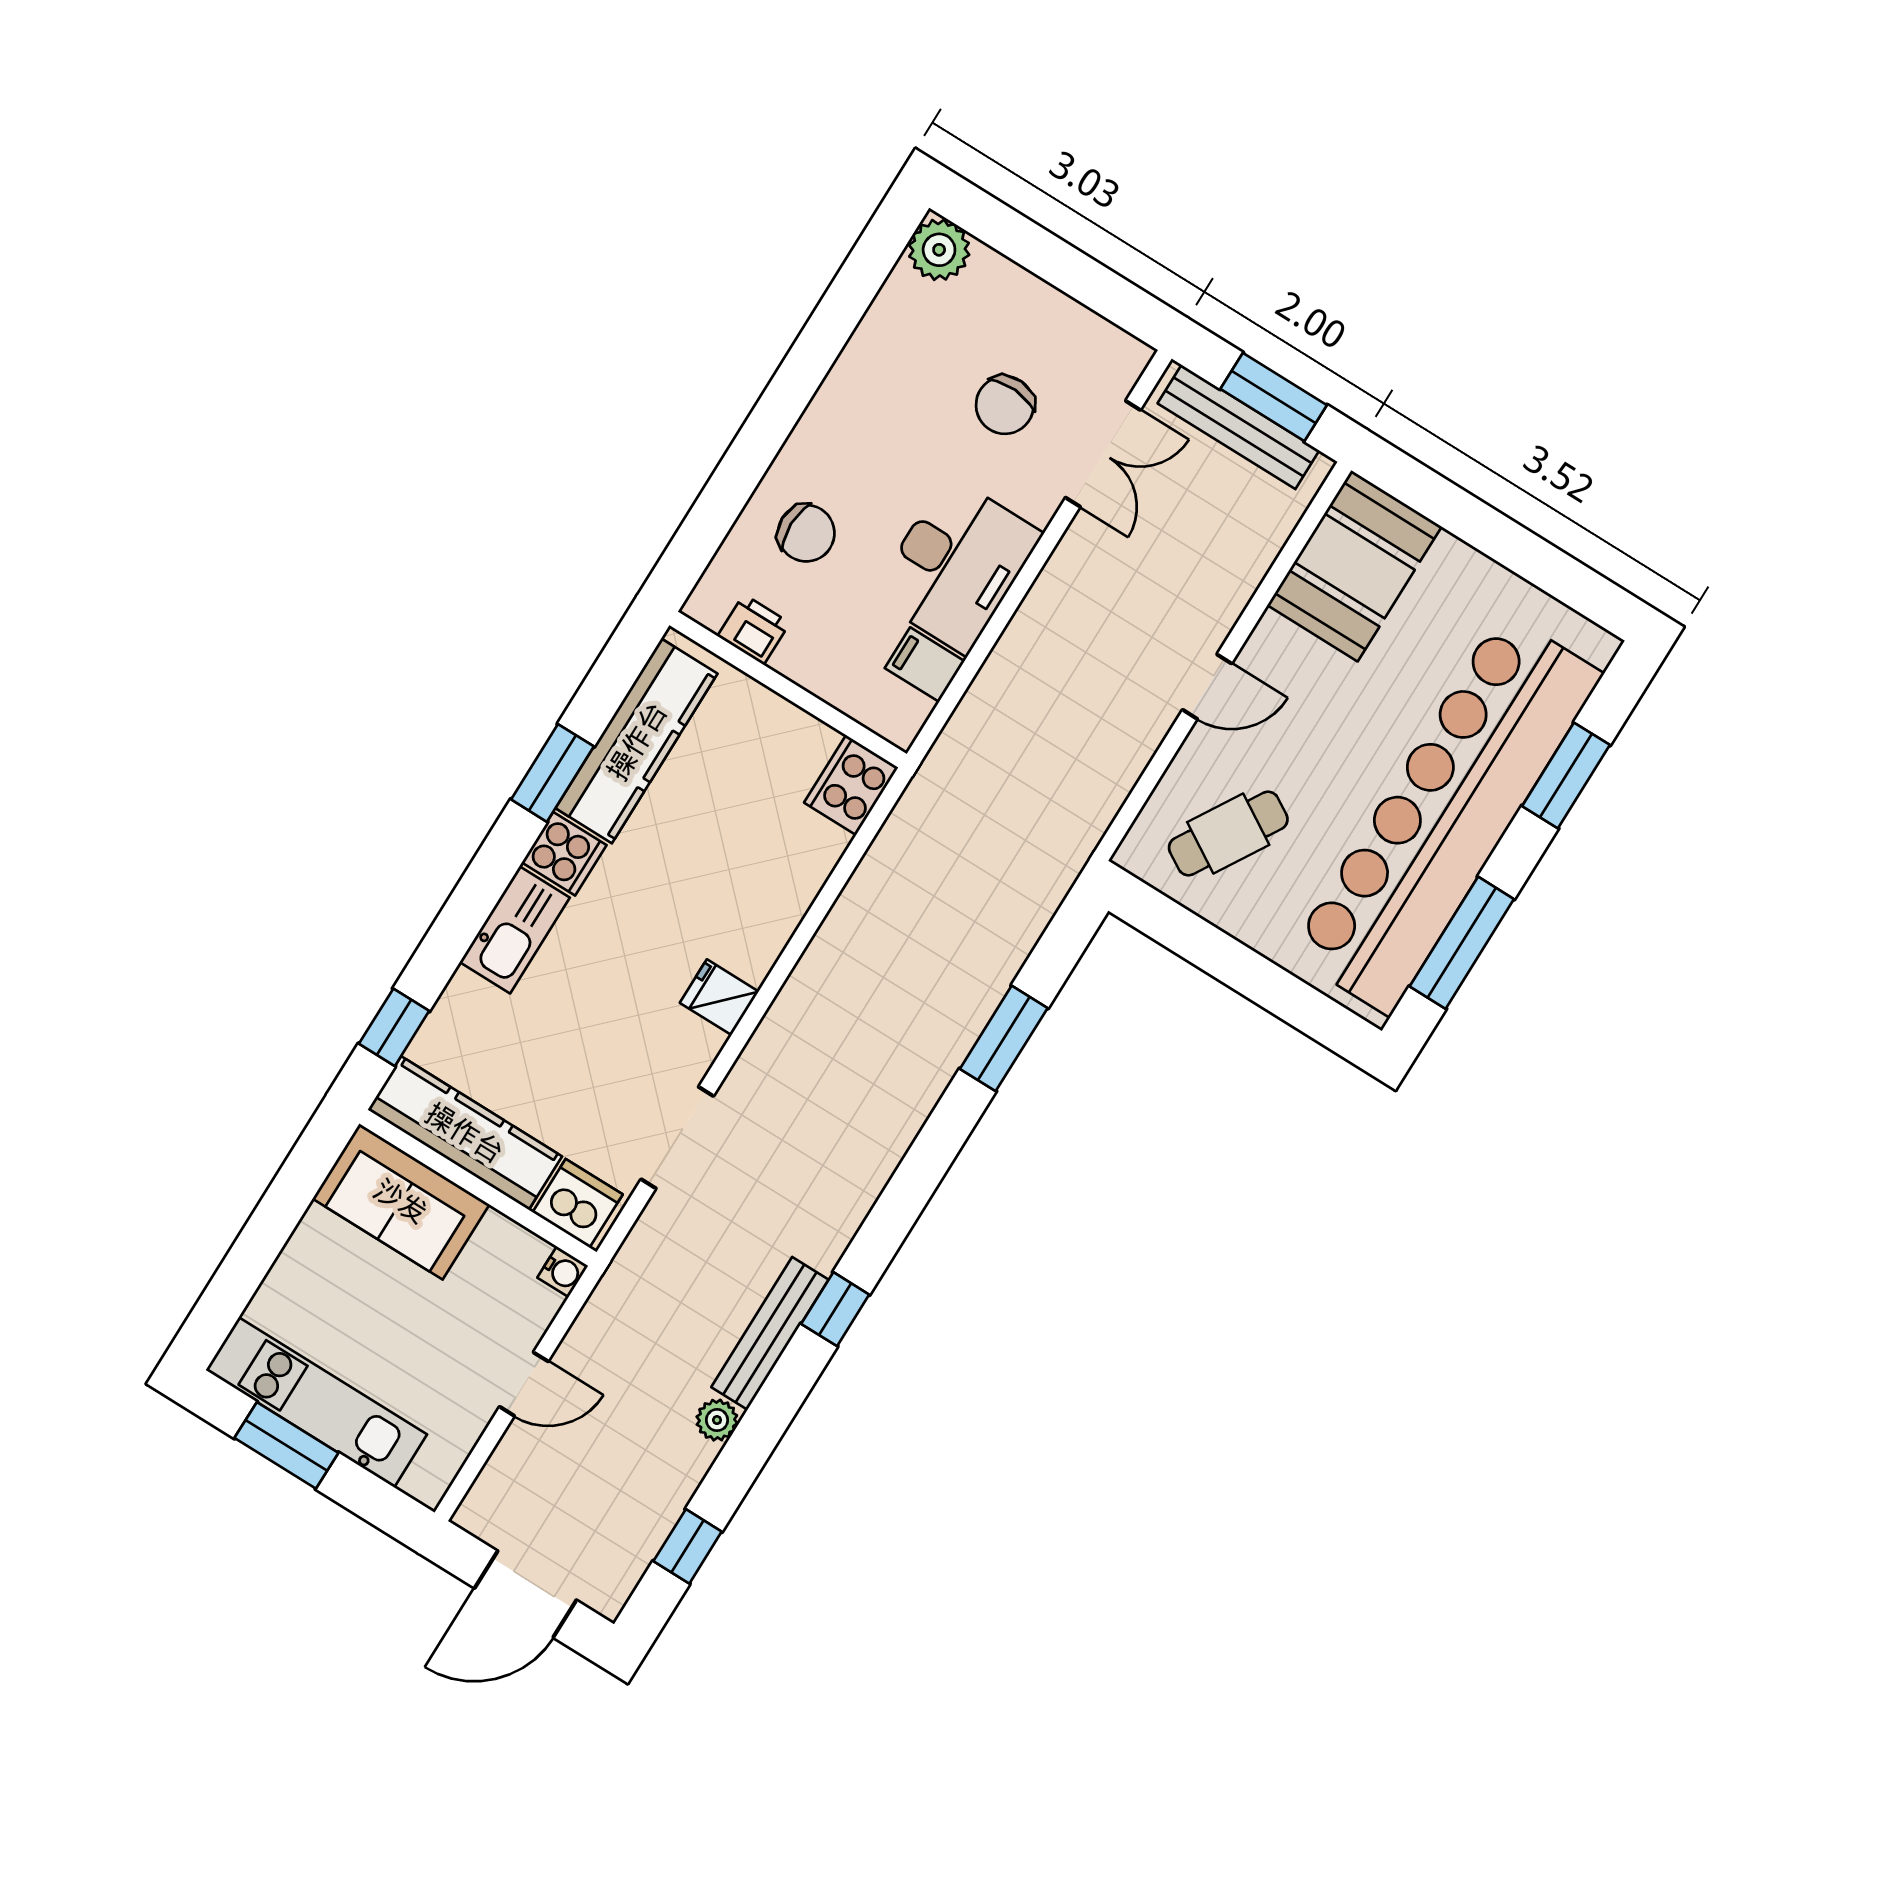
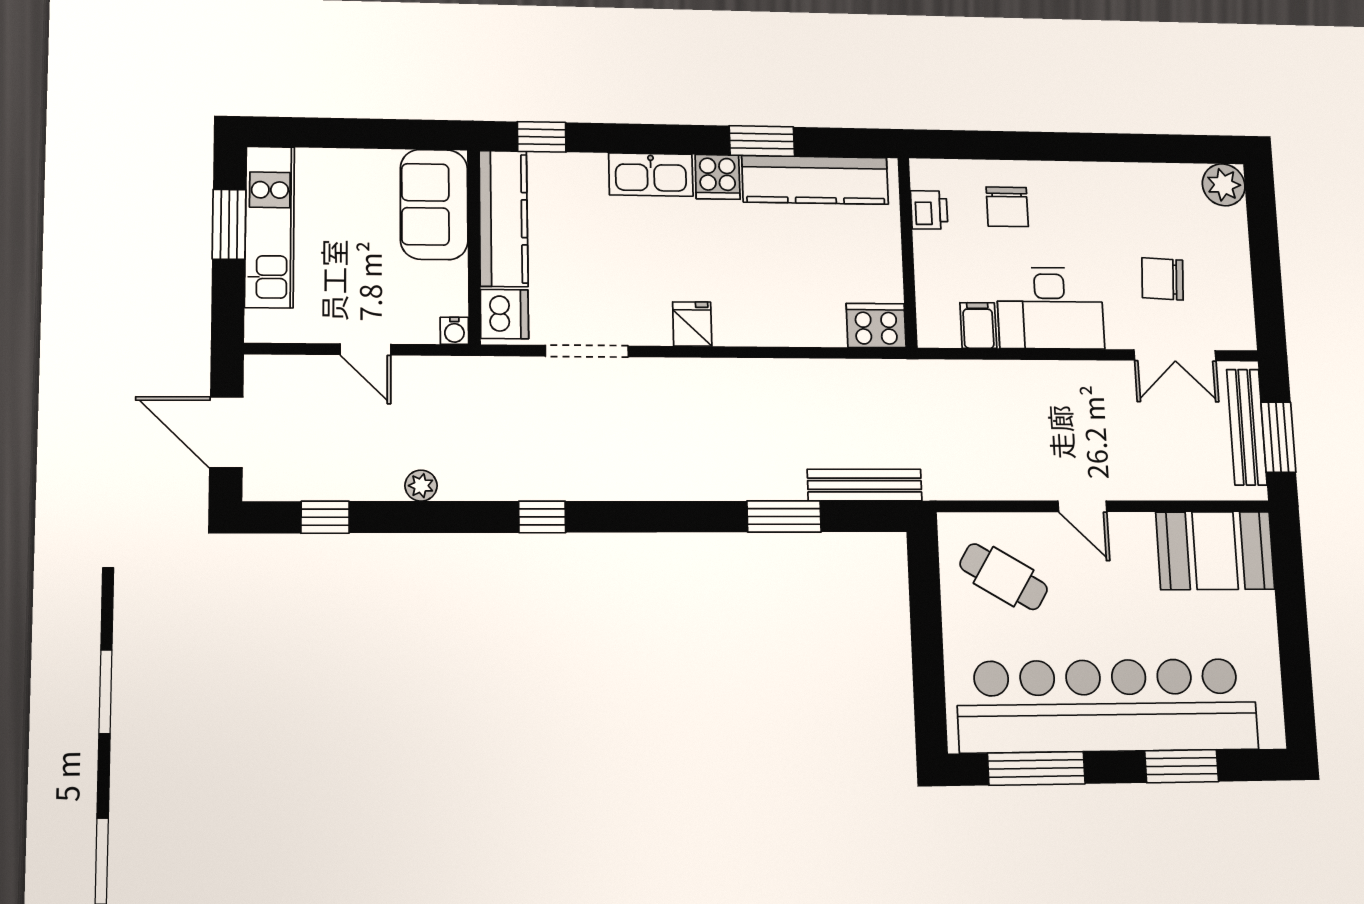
bench: (770, 1333) -> (865, 485), moved

